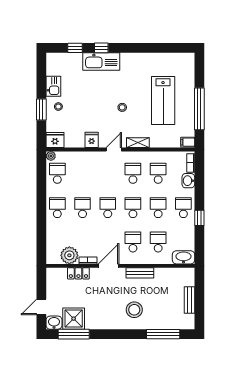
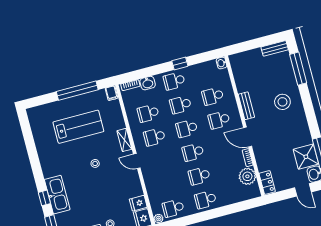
fridge: (92, 140) -> (138, 203), moved
washbasin: (184, 257) -> (222, 63), width x0.52, depth x0.69
locker: (78, 273) -> (267, 182), moved
bench: (189, 300) -> (275, 48), moved

